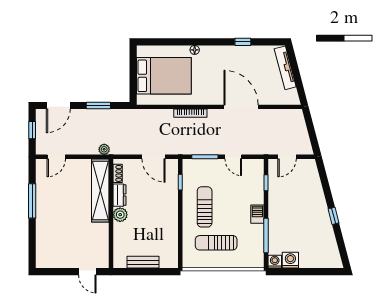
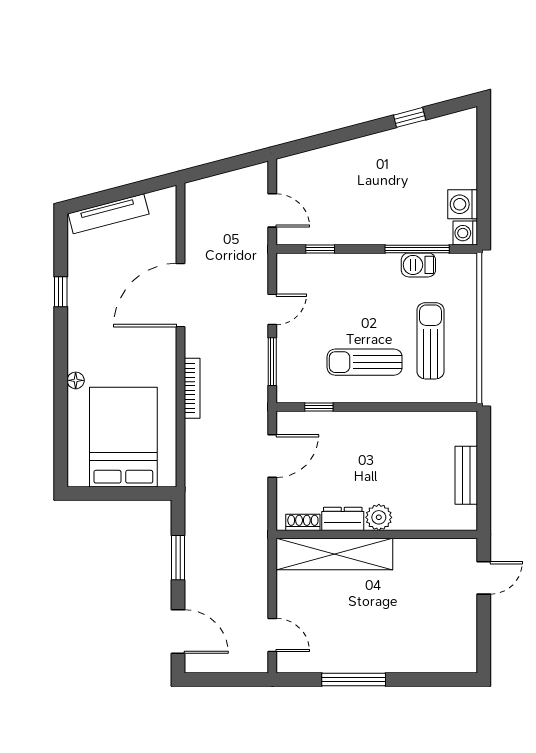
window: (32, 130) -> (223, 680), removed
plant: (104, 149) -> (259, 547), removed
barbecue: (257, 214) -> (418, 265), moved
window: (334, 216) -> (410, 117), moved
sun lounger: (216, 243) -> (431, 341), turned 180

